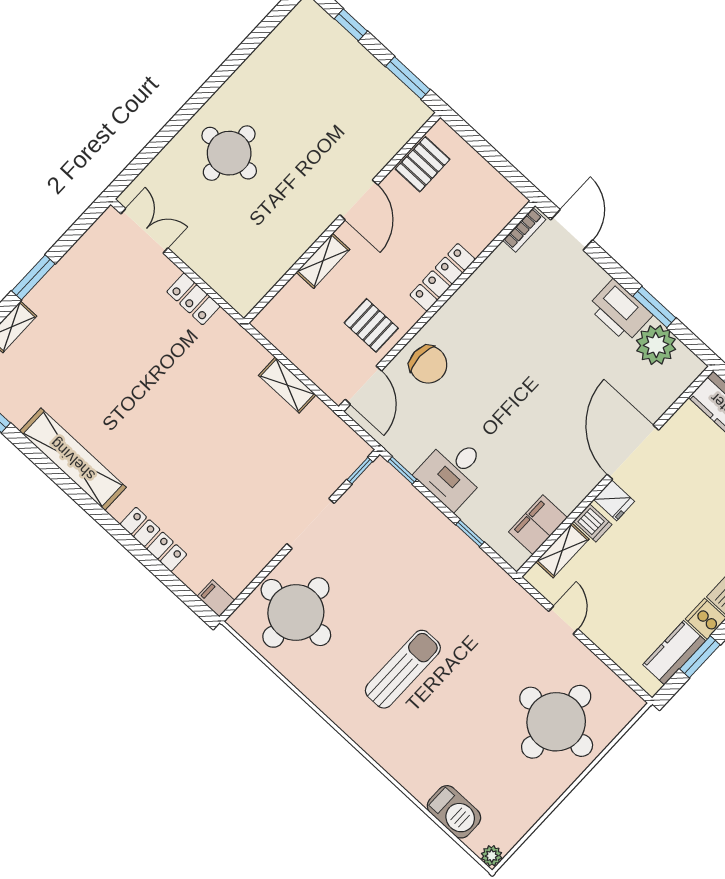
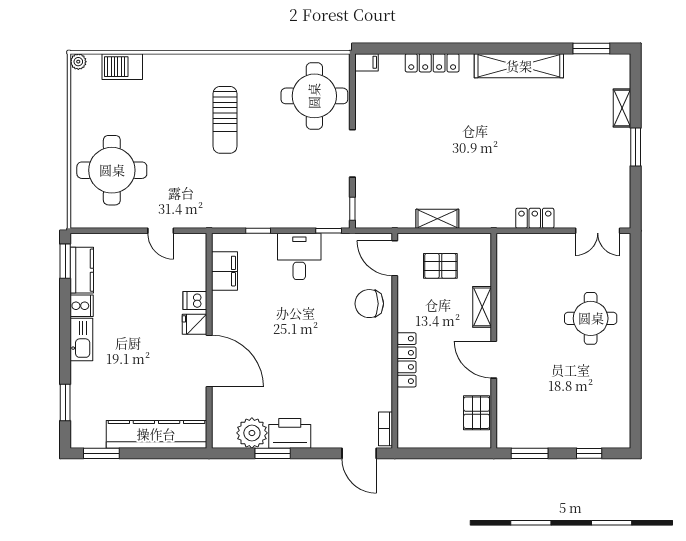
pallet: (371, 325) -> (440, 266), moved
shelving: (562, 550) -> (198, 269), removed
window: (700, 657) -> (65, 261), moved

